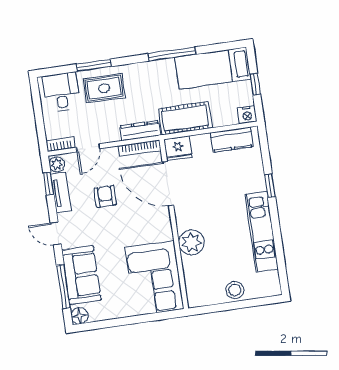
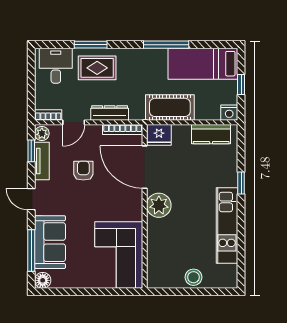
dresser: (140, 131) -> (110, 113), moved
plant: (191, 242) -> (159, 205), moved

